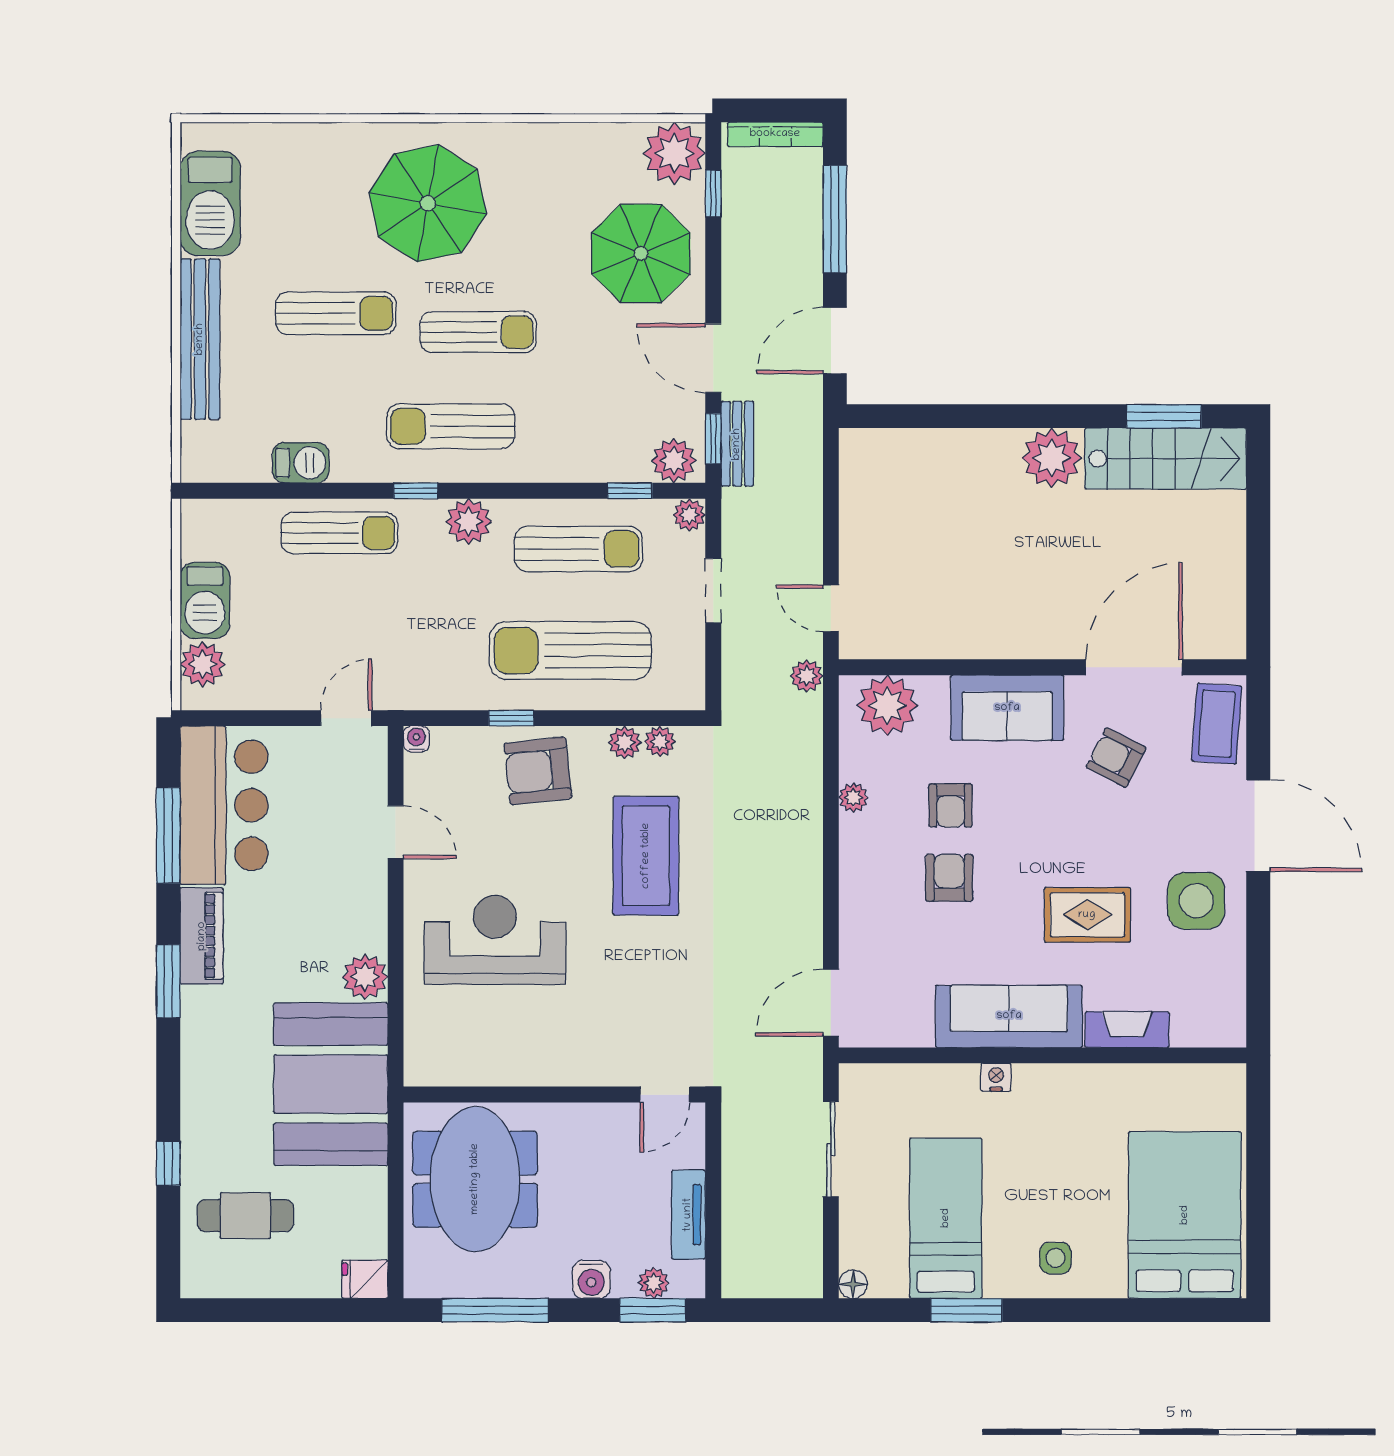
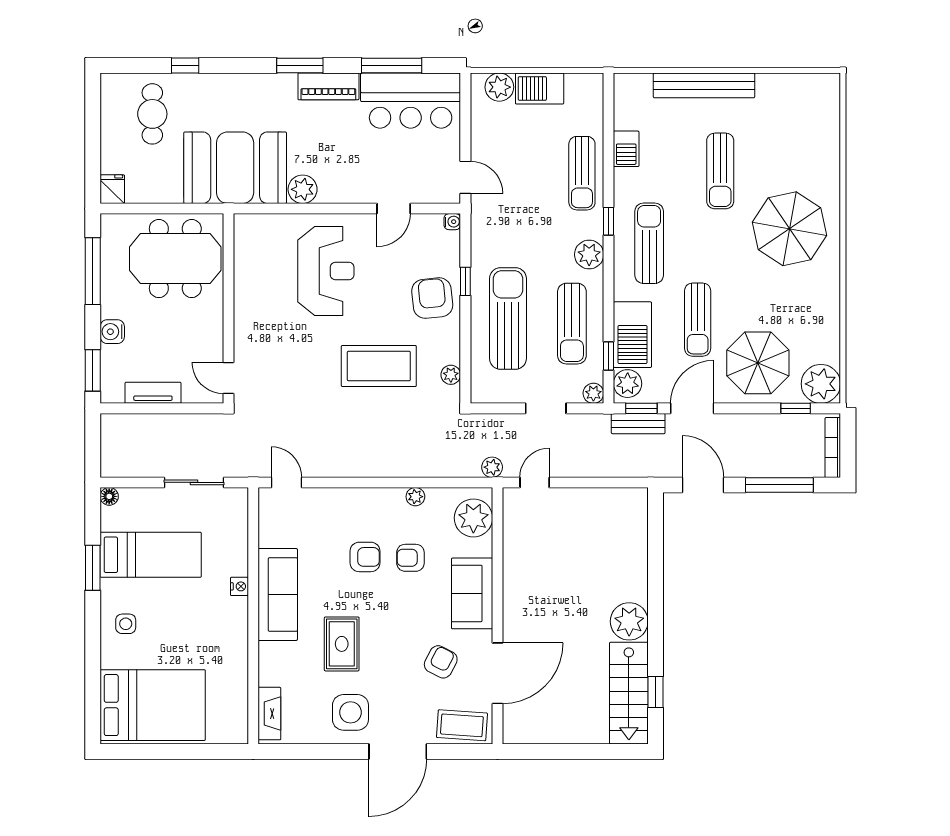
barbecue: (210, 203) -> (632, 335), moved, turned -90
sun lounger: (478, 332) -> (698, 320), moved
window: (1164, 416) -> (655, 692), width x0.67
door: (1134, 667) -> (498, 673), hinge flipped
plant: (625, 742) -> (450, 353), removed
door: (831, 1003) -> (286, 482), width x0.73
fireplace: (1127, 1030) -> (269, 714), moved
plant: (654, 1283) -> (110, 371), removed

